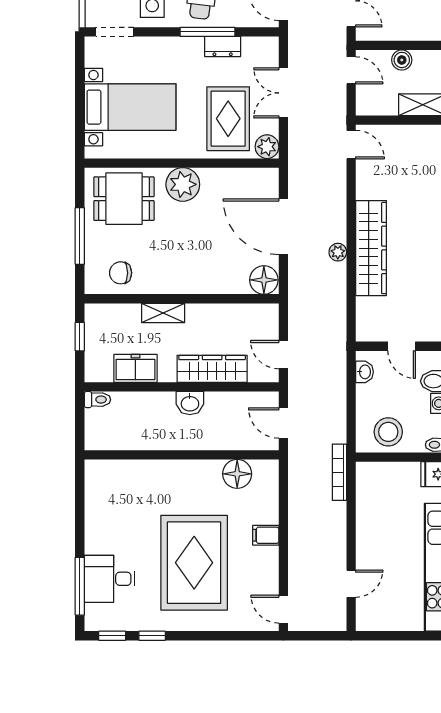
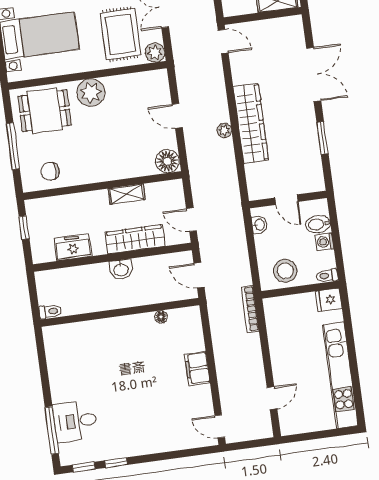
door: (283, 227) -> (177, 116), width x0.53
shelving: (163, 313) -> (127, 194), moved
toilet: (97, 400) -> (50, 312), moved
floor lamp: (237, 474) -> (161, 317), width x0.53, depth x0.53
filing cabinet: (266, 535) -> (197, 368), width x2.00
rug: (194, 563) -> (142, 399), removed

